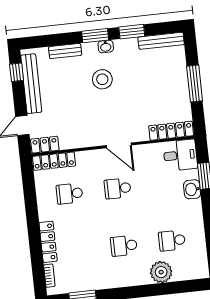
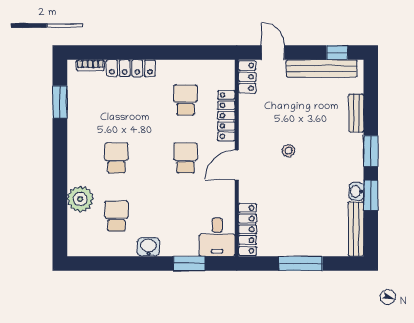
washbasin: (106, 46) -> (356, 191), moved
stool: (102, 79) -> (288, 151), moved, width x0.53, depth x0.53
locker: (54, 161) -> (226, 116), moved
washbasin: (192, 189) -> (148, 247), moved

